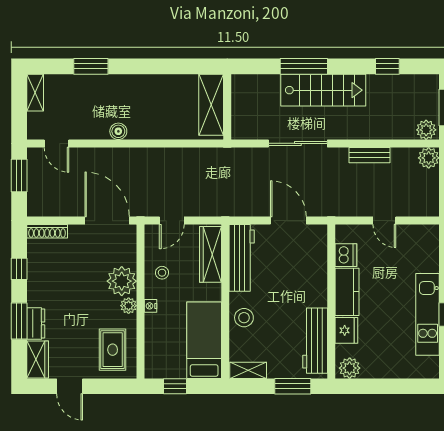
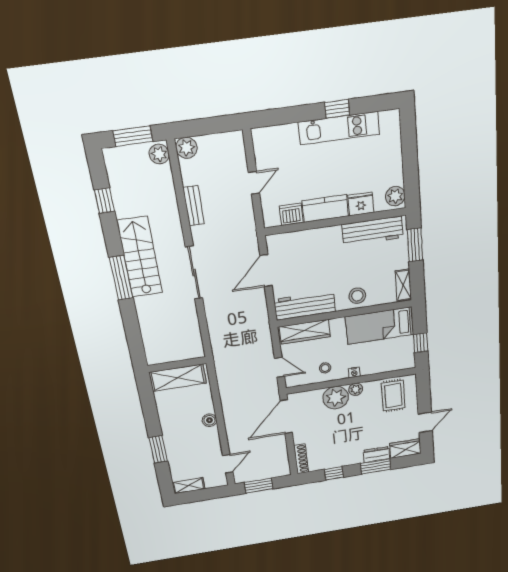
shelving: (211, 105) -> (178, 378), moved
wall: (227, 107) -> (177, 365), moved
rug: (113, 350) -> (393, 396), turned 90

